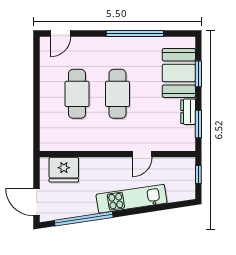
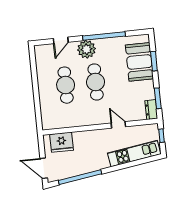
door: (60, 34) -> (61, 40), moved
plant: (110, 49) -> (86, 49), added
dresser: (188, 112) -> (151, 110), moved
door: (142, 154) -> (118, 125), swing flipped
kitchen unit: (132, 199) -> (134, 153), moved

